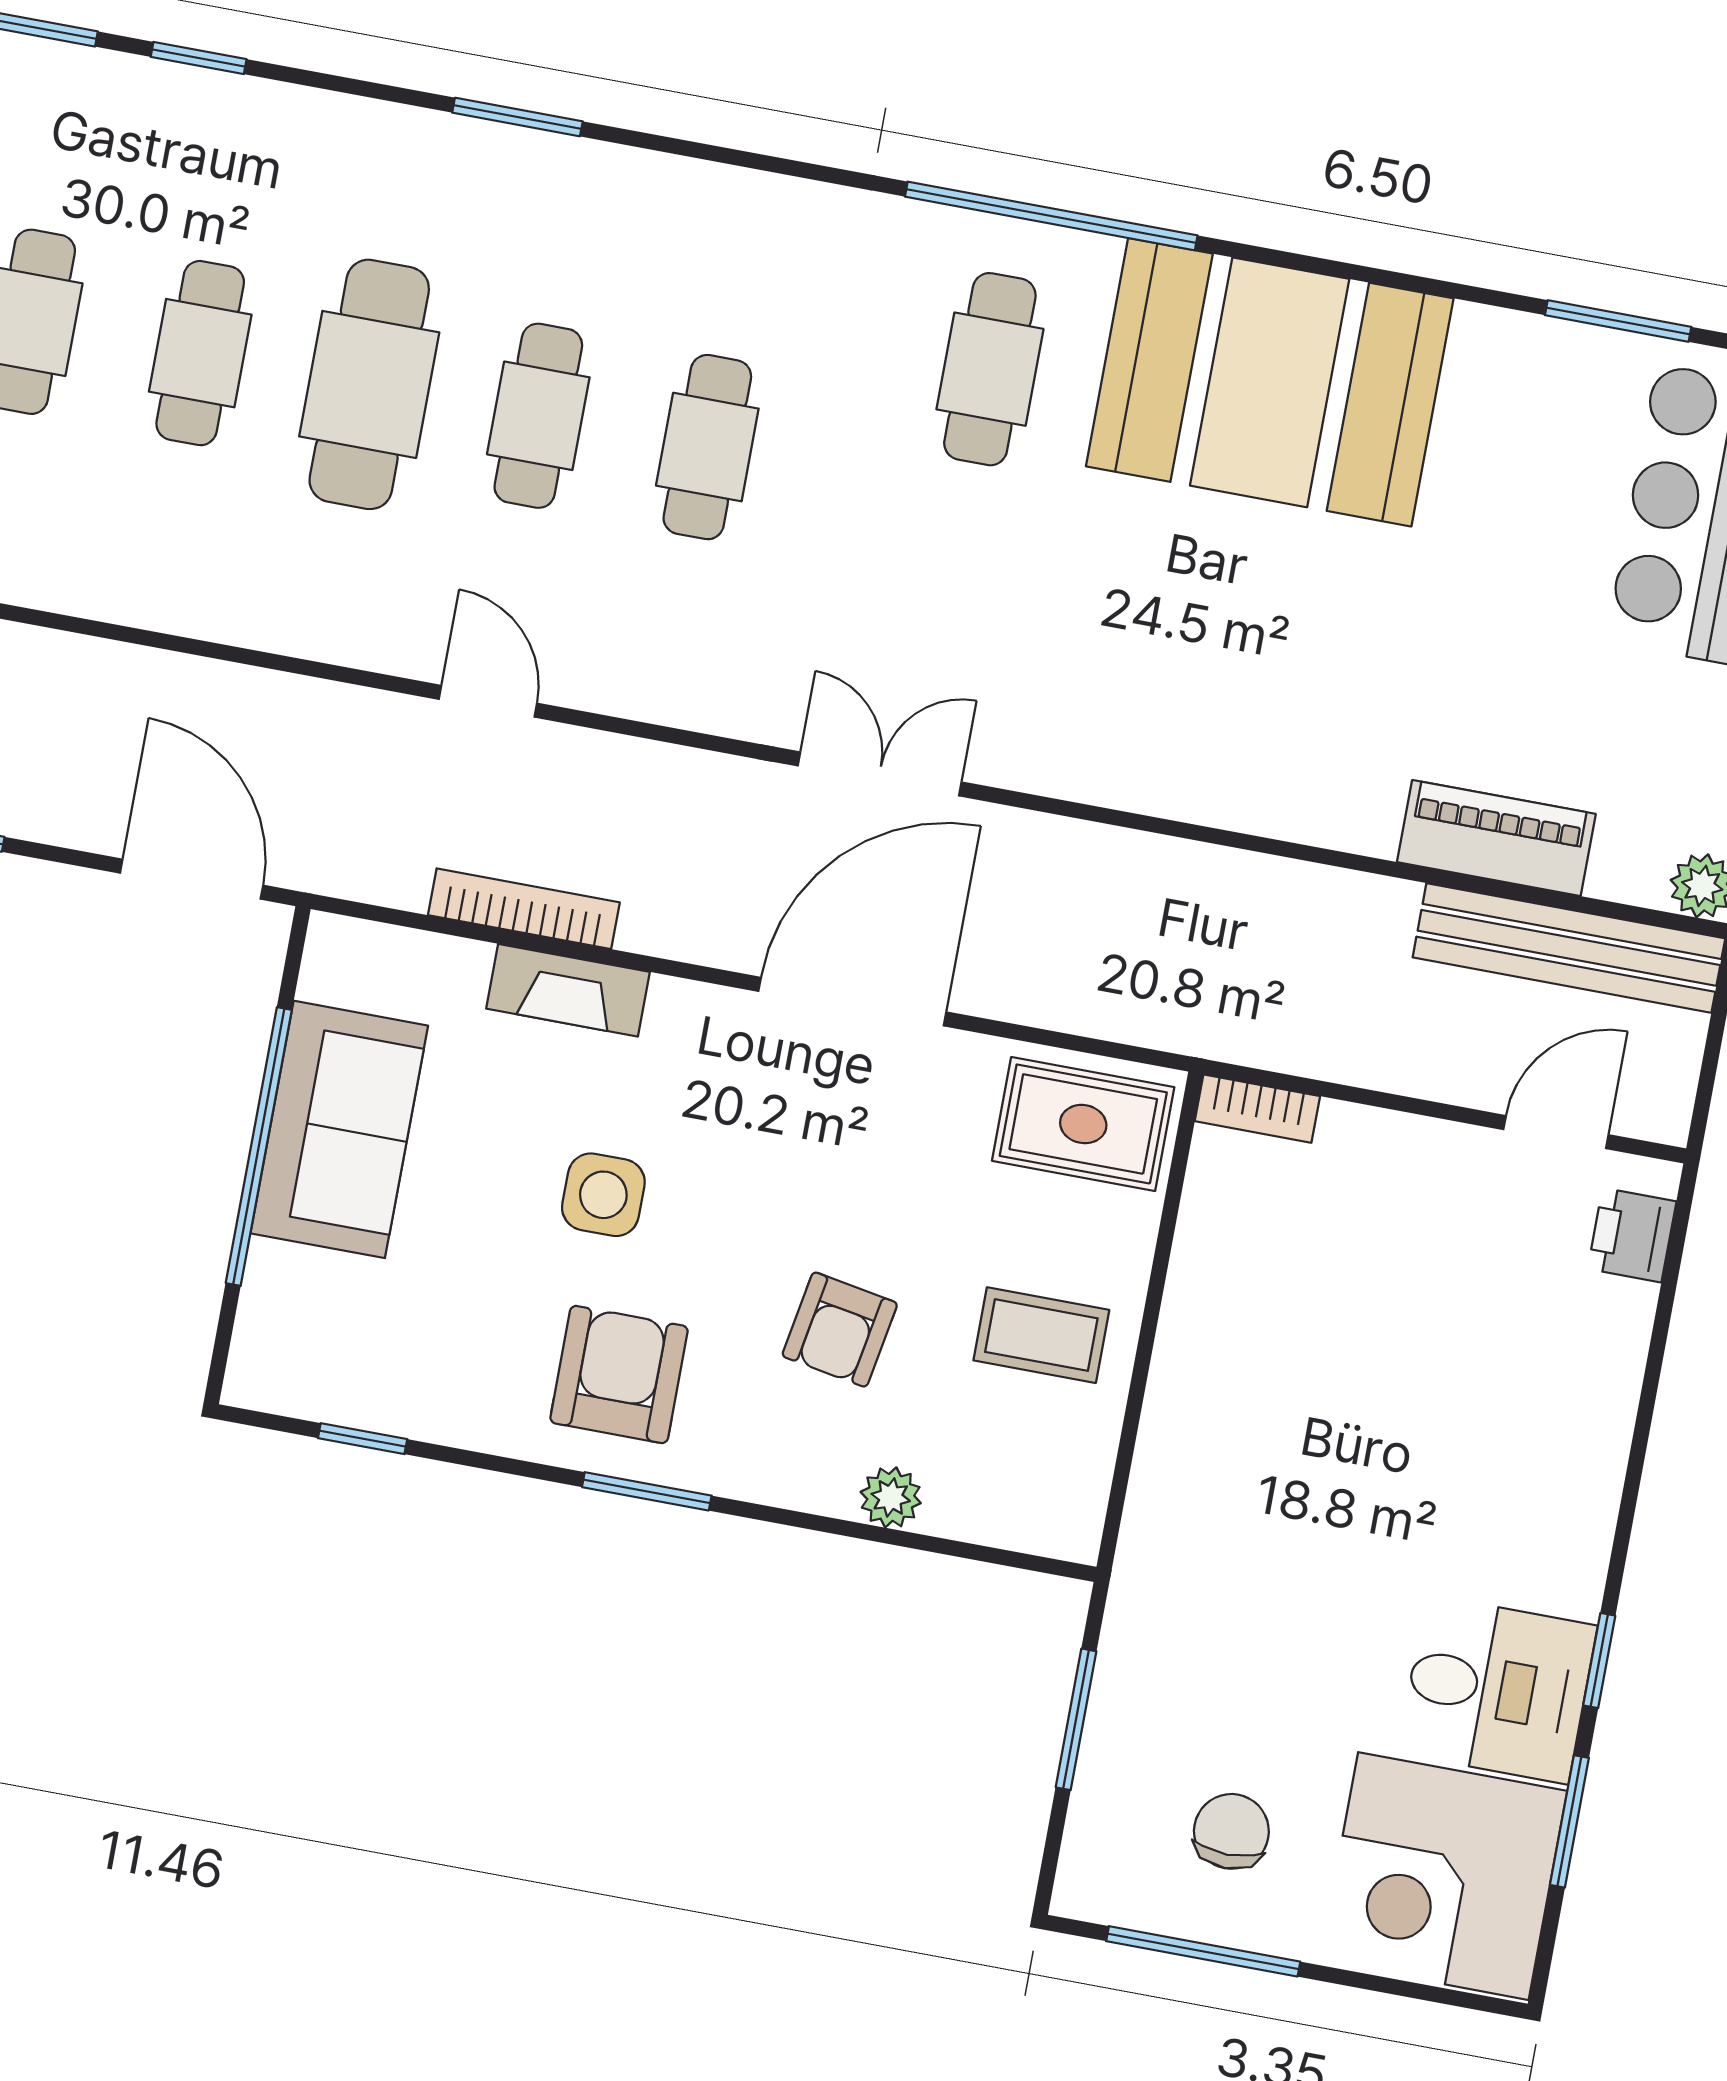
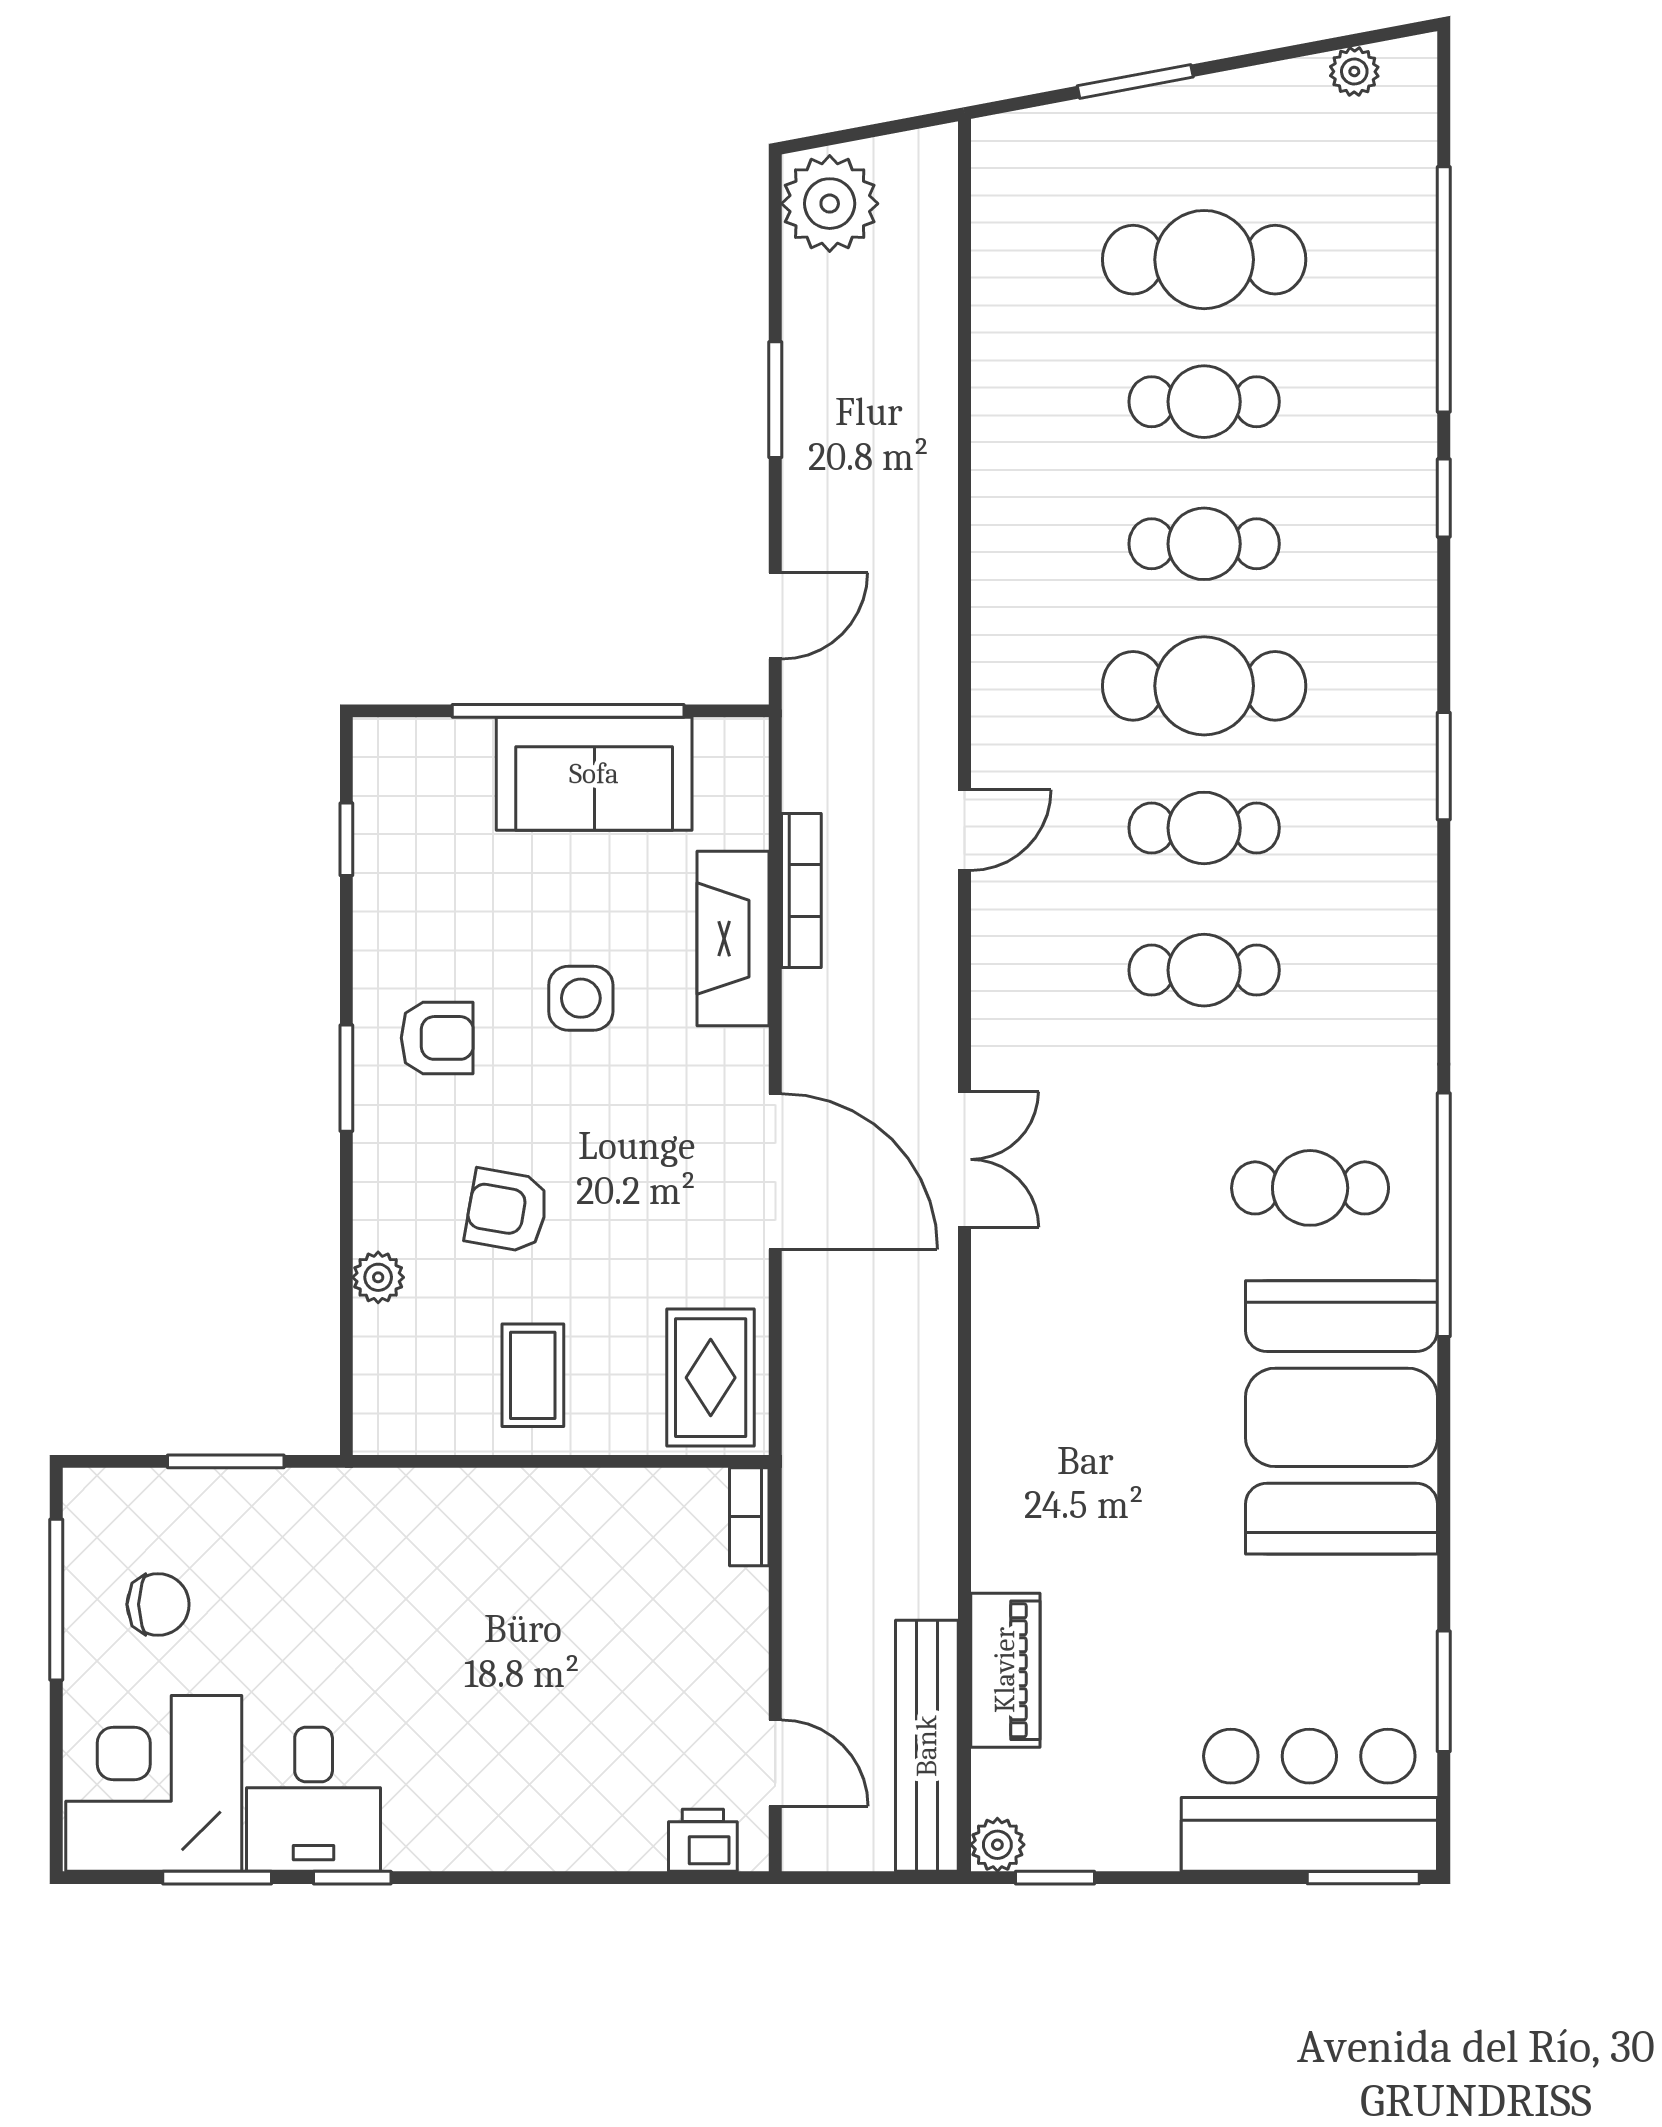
door: (192, 879) -> (775, 616), width x0.73
fireplace: (568, 990) -> (733, 939), width x1.37, depth x1.32
armchair: (619, 1374) -> (437, 1038), width x0.72, depth x0.72

